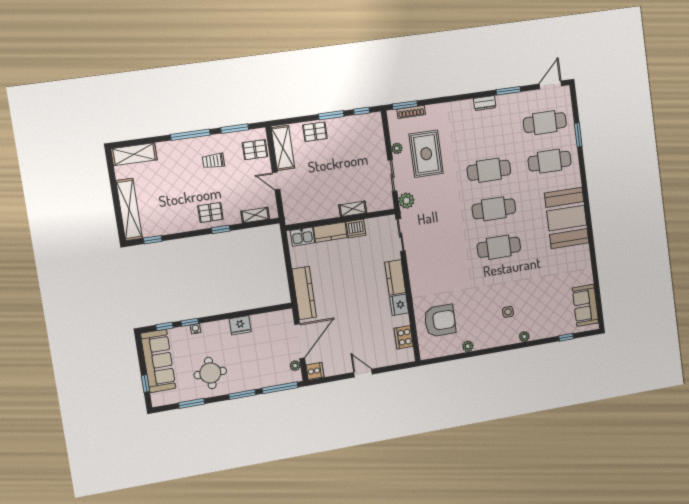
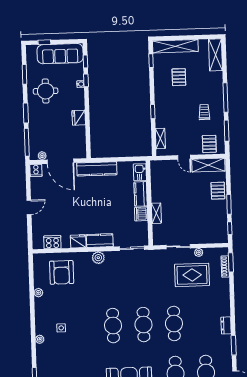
door: (276, 181) -> (184, 157), swing flipped
plant: (406, 201) -> (98, 258), moved
pallet: (210, 213) -> (179, 77), moved

